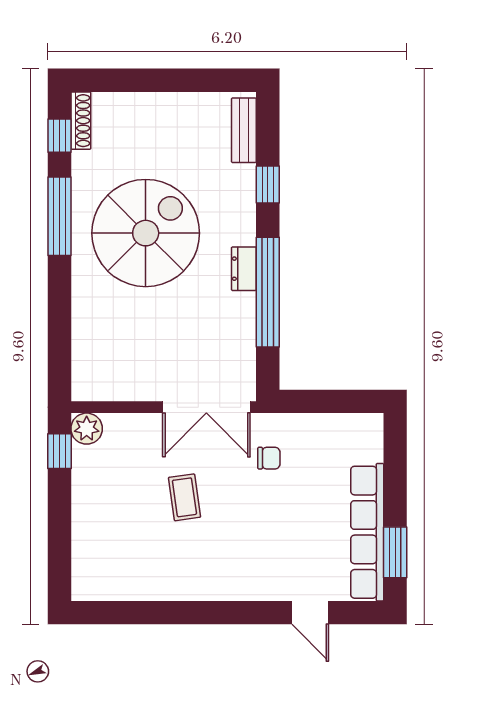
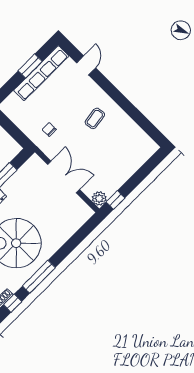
double door: (206, 407) -> (64, 177), moved
coffee table: (184, 497) -> (95, 118), moved
window: (395, 552) -> (30, 66), moved

